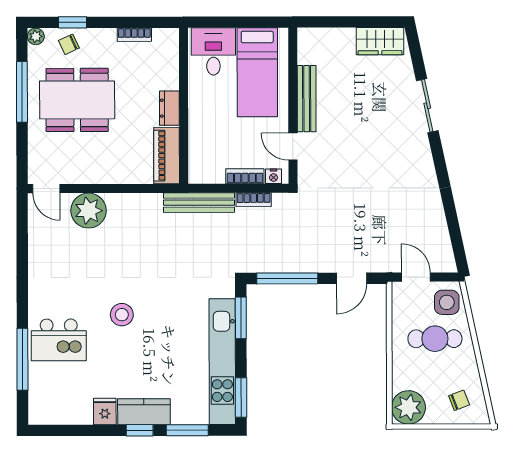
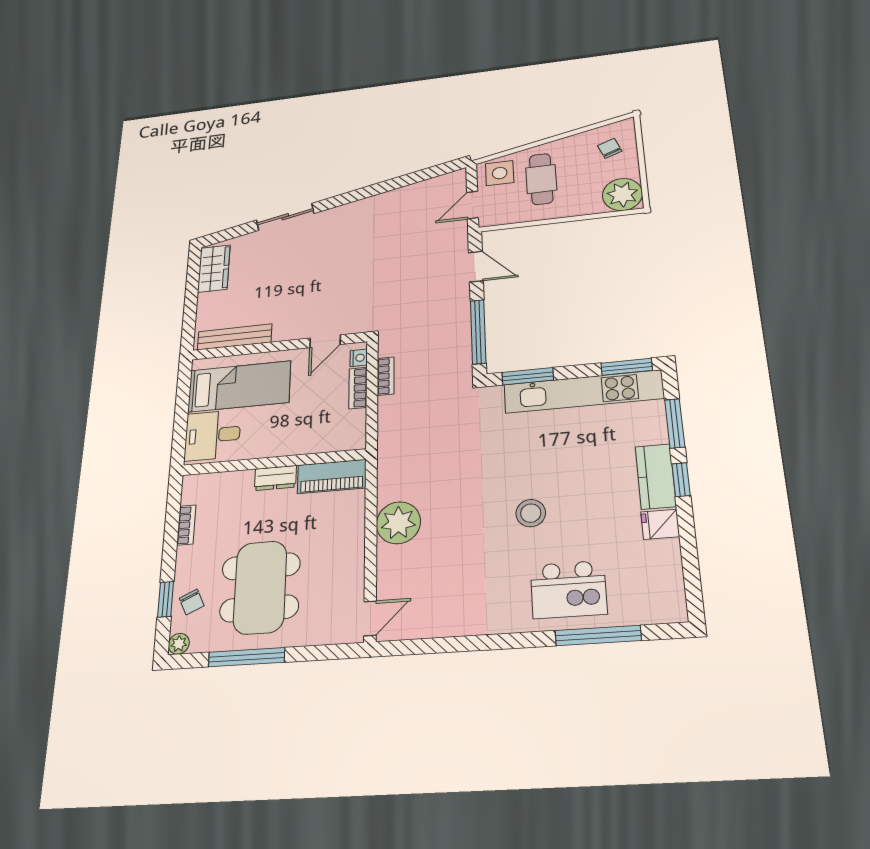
bench: (307, 99) -> (235, 337), moved
bench: (199, 203) -> (389, 435), removed
plant: (89, 211) -> (398, 523), moved
kitchen island: (59, 340) -> (569, 589), turned 90

